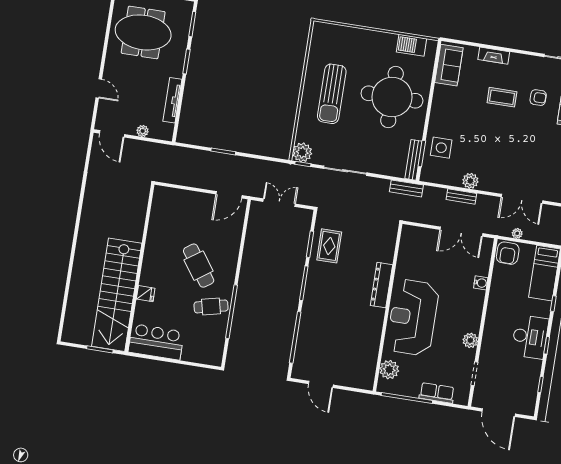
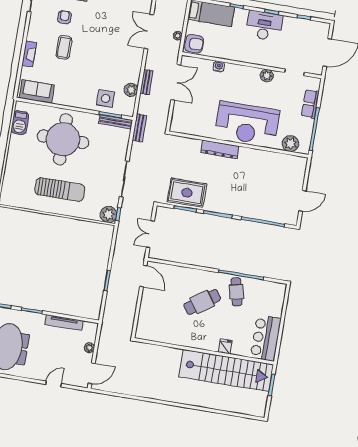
plant: (470, 181) -> (131, 90), moved
double door: (522, 199) -> (149, 31), swing flipped
rug: (329, 246) -> (187, 193), width x1.36, depth x1.43

